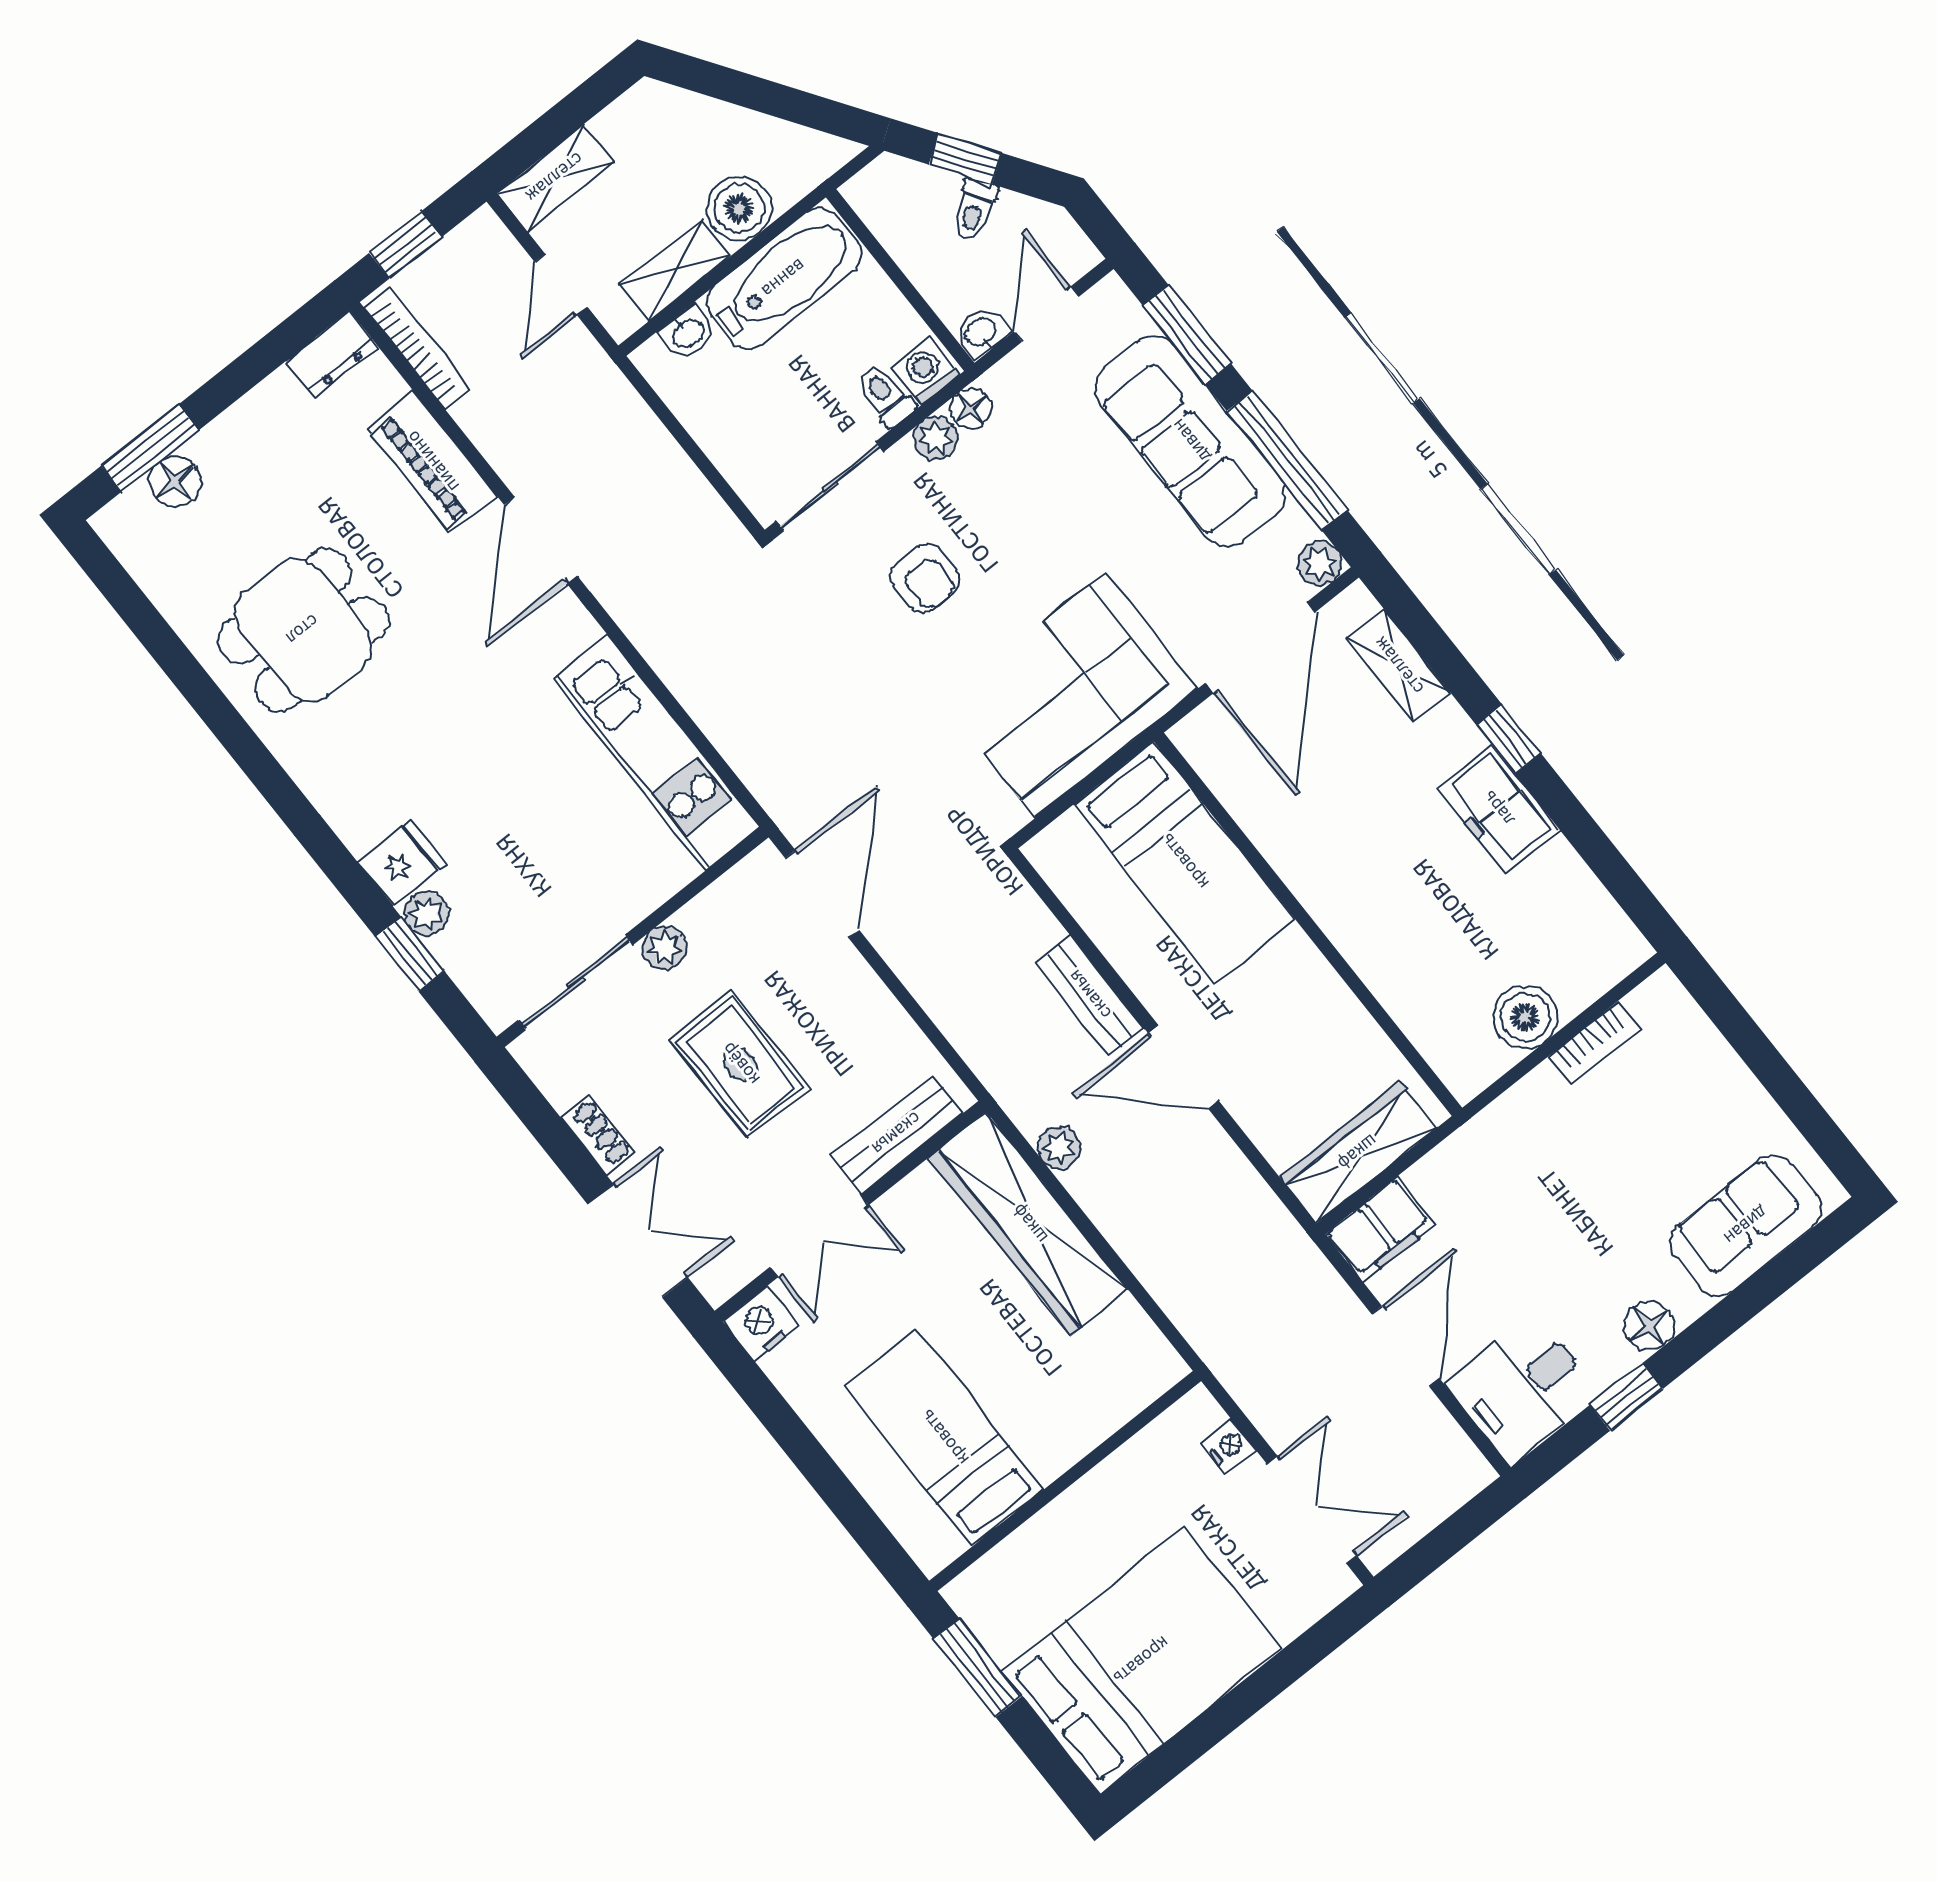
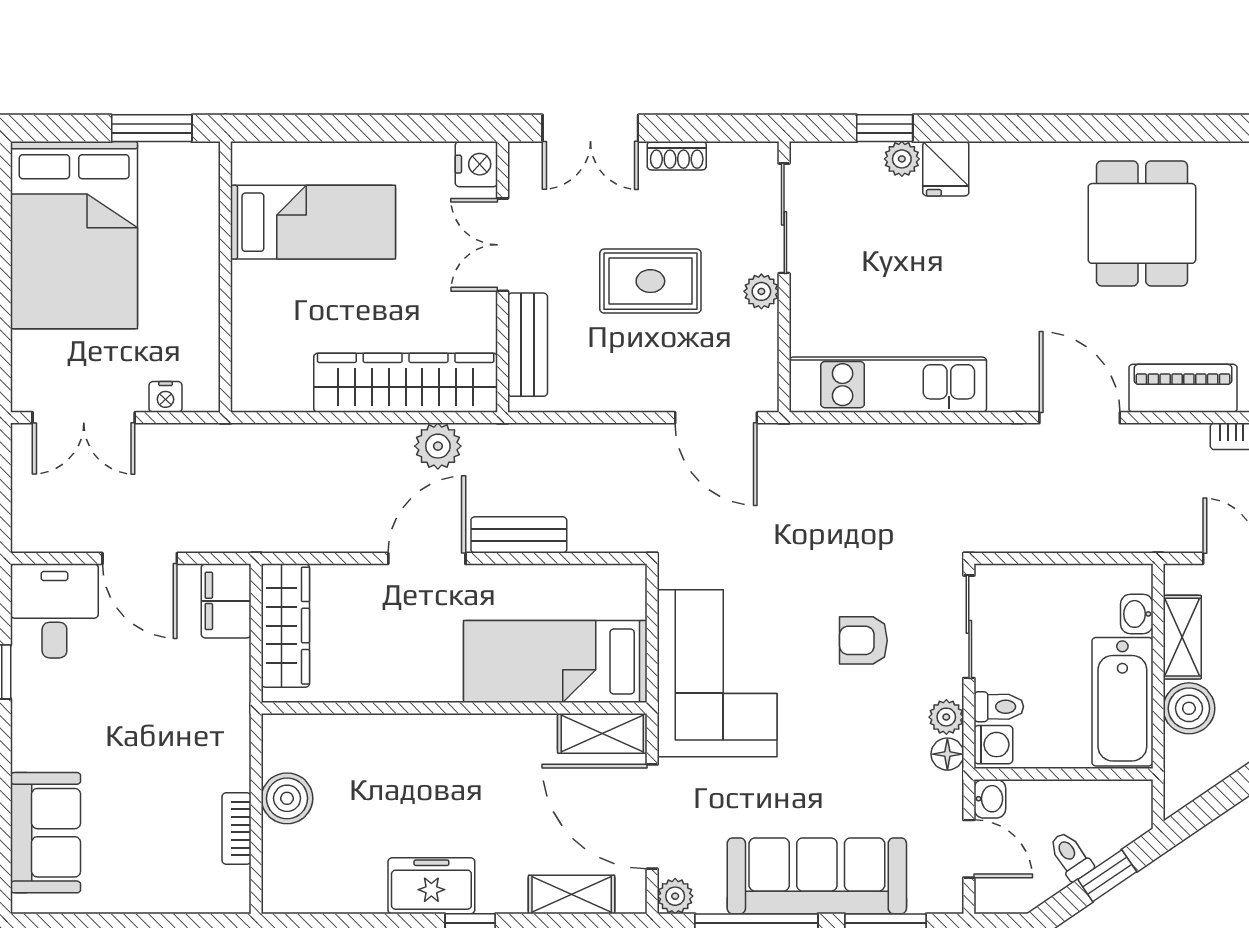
shelving: (1218, 761) -> (602, 733), added
plant: (1059, 1148) -> (438, 446), width x1.38, depth x1.38
floor lamp: (1649, 1326) -> (31, 722), removed

